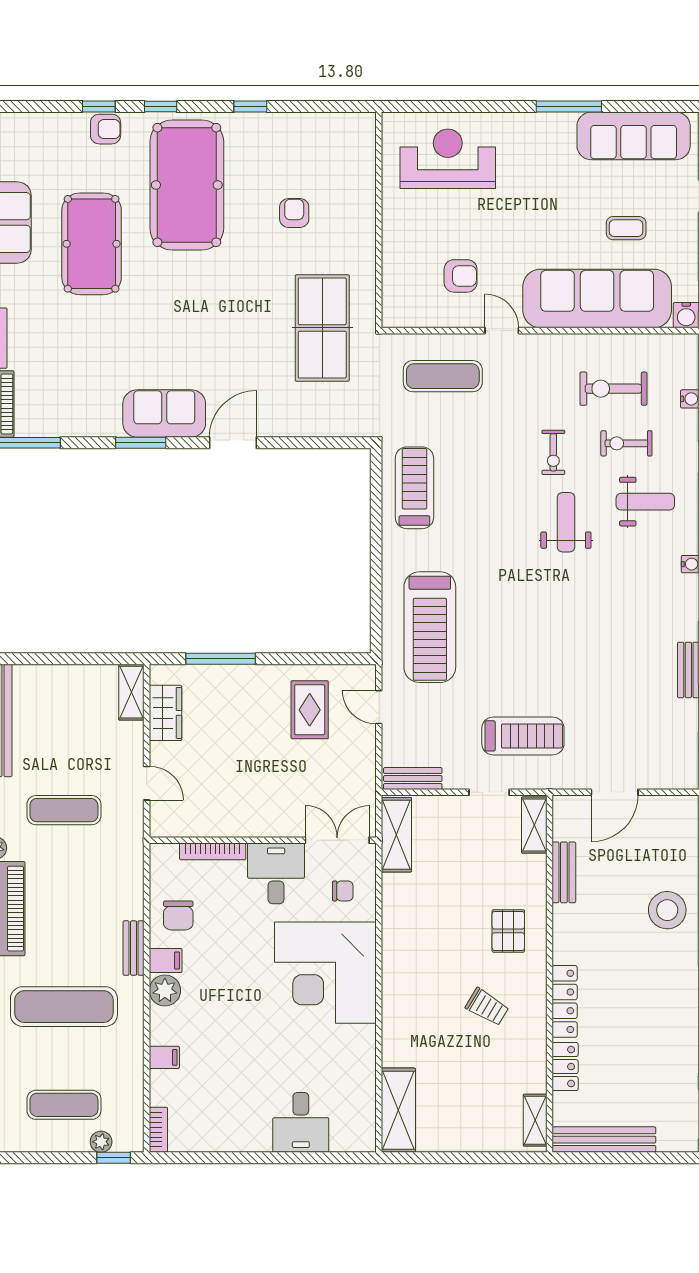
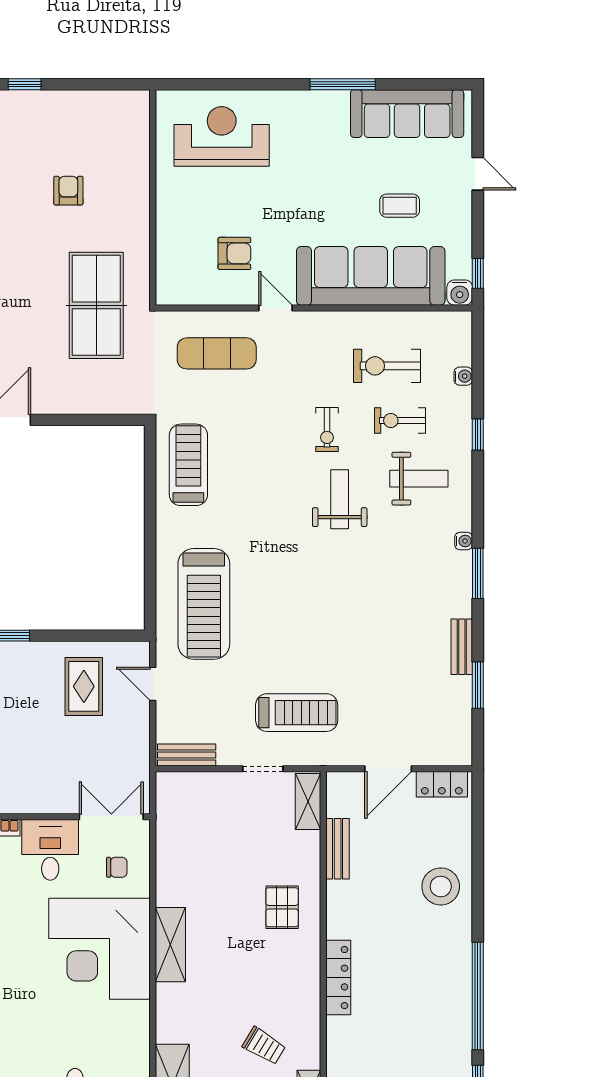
shelving: (396, 835) -> (170, 945), moved
trolley: (487, 1007) -> (264, 1046), moved
locker: (565, 1067) -> (442, 784), moved, turned 90

